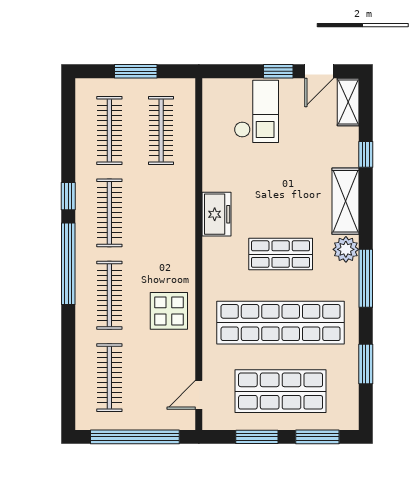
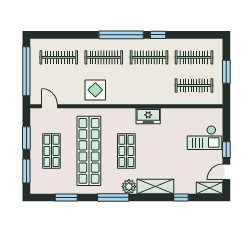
door: (319, 71) -> (226, 172), hinge flipped
shop shelf: (281, 391) -> (51, 151), width x0.70, depth x0.74

